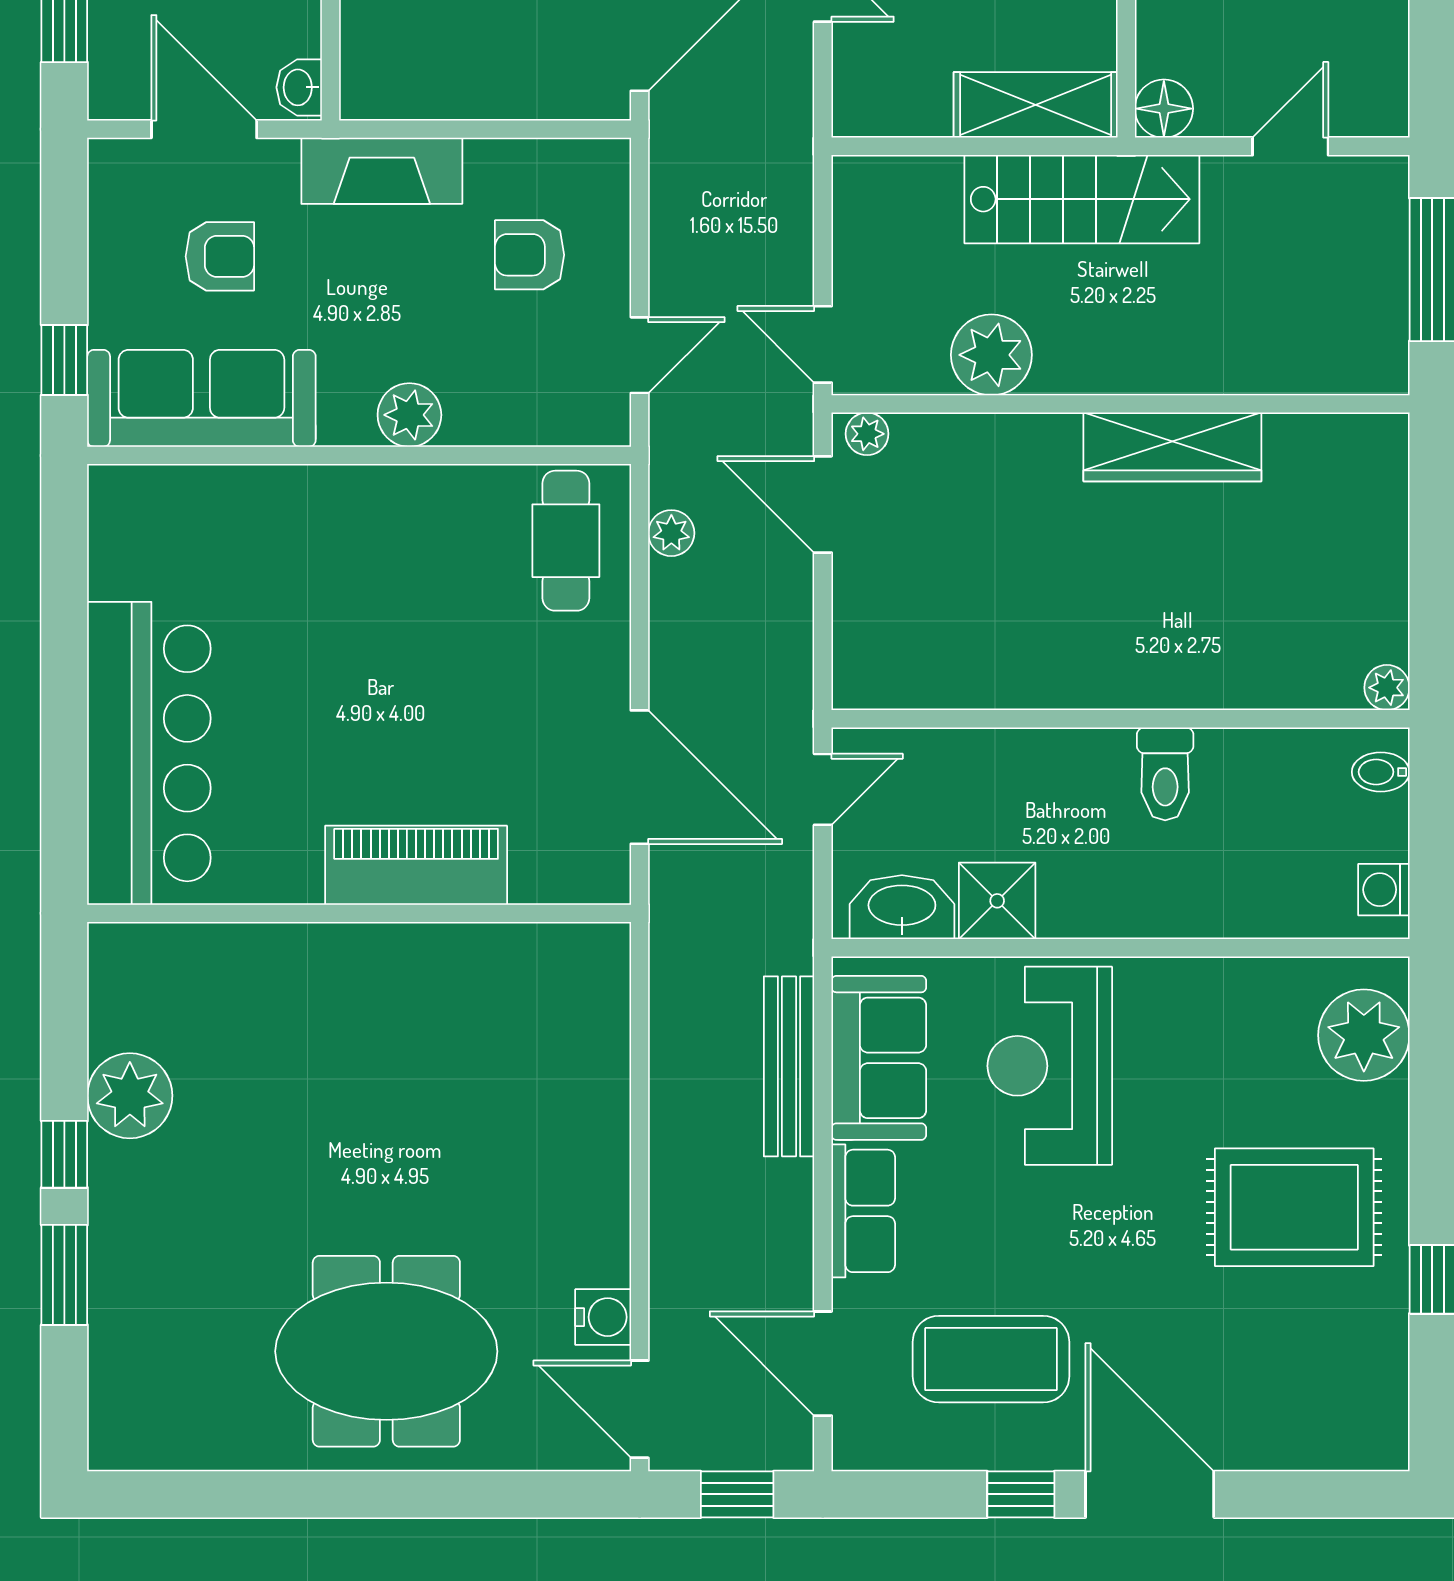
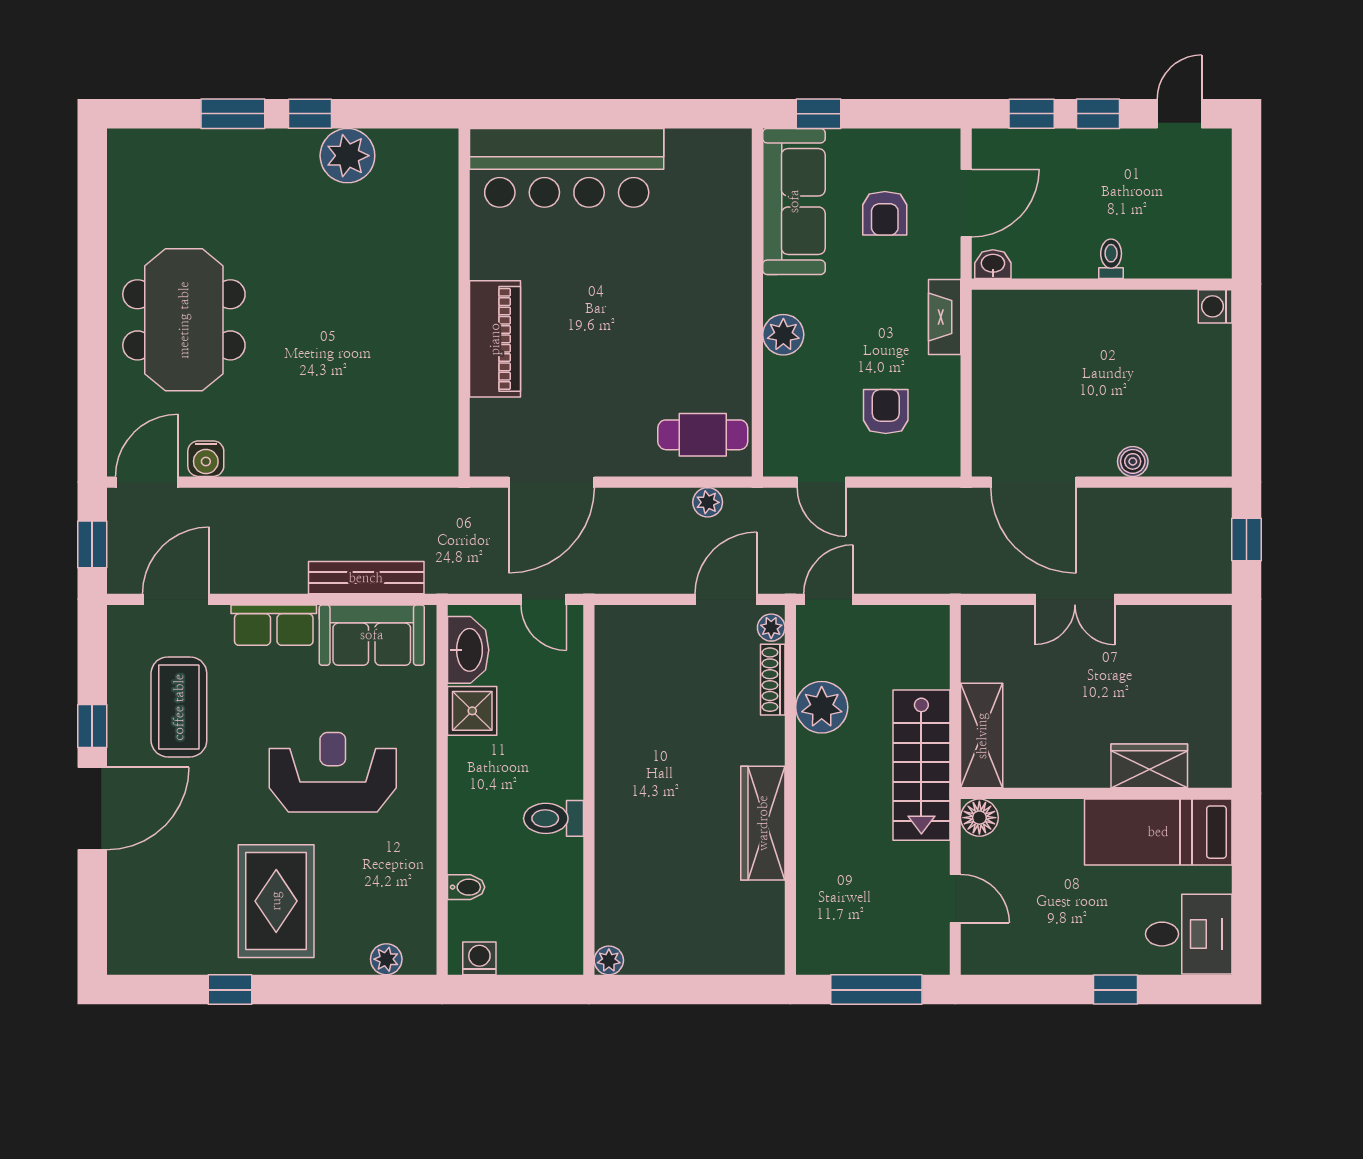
fireplace: (382, 171) -> (945, 317), width x0.73, depth x0.76
shoe rack: (948, 431) -> (773, 680), added
bidet: (1381, 772) -> (466, 887), moved, turned 90
plant: (1364, 1035) -> (386, 959), width x0.53, depth x0.53
reception desk: (1050, 1066) -> (333, 772), moved

